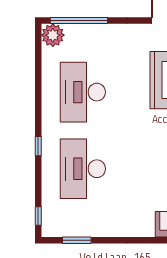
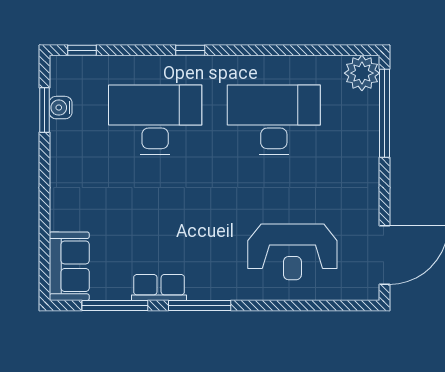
water cooler: (75, 230) -> (61, 108), added

